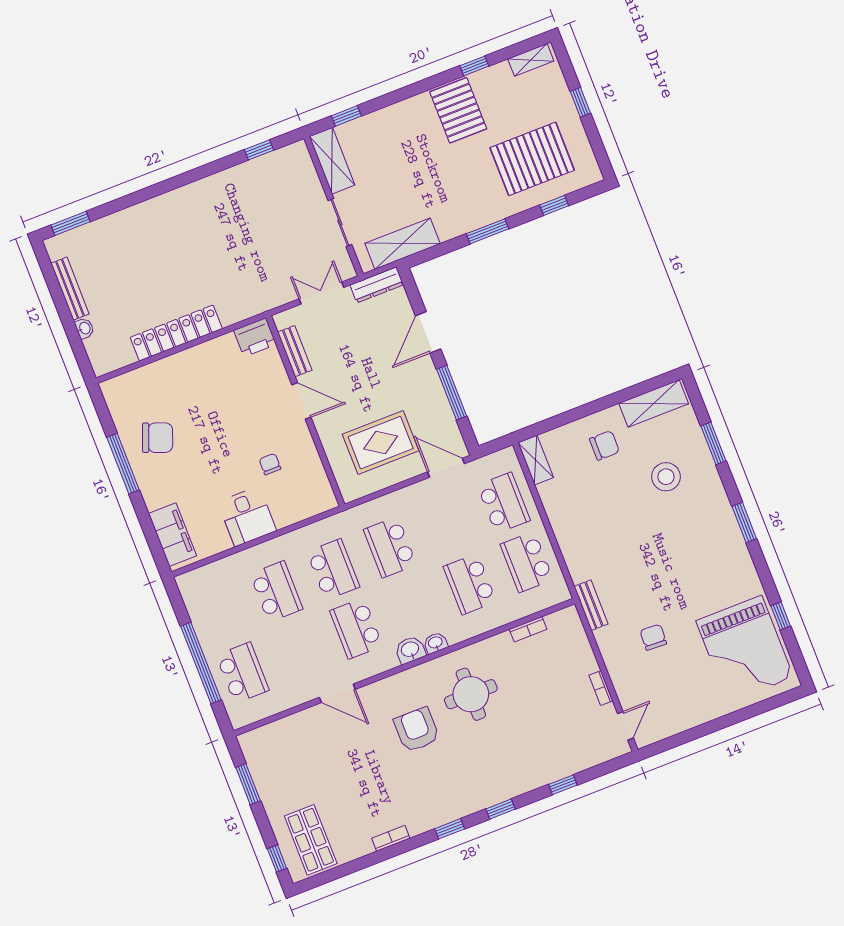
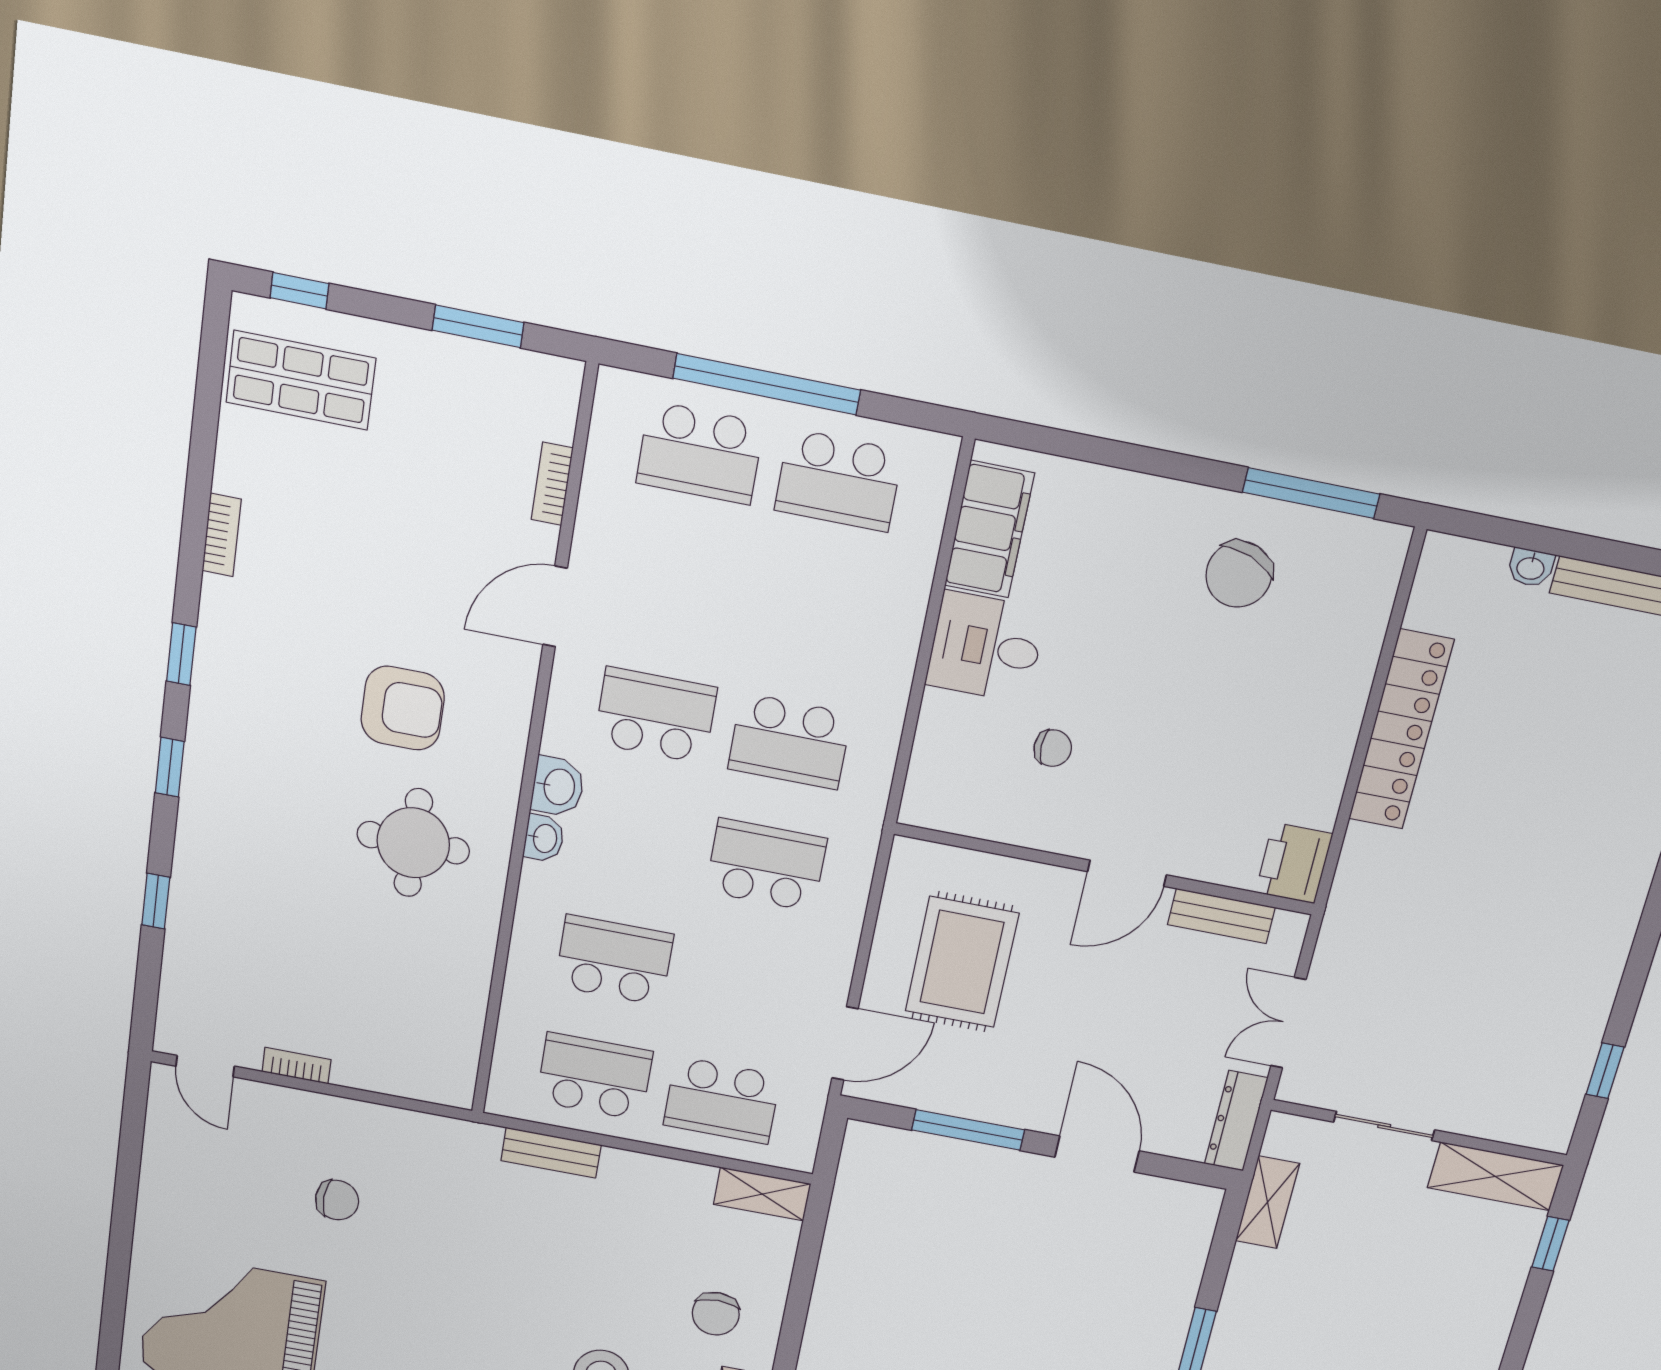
shelving: (403, 244) -> (1267, 1202), width x0.67, depth x0.75
double door: (321, 293) -> (1288, 1023), swing flipped
window: (123, 464) -> (1311, 493), moved
filing cabinet: (173, 535) -> (989, 529), moved, turned -90
school desk: (276, 591) -> (839, 480), moved
bench: (591, 605) -> (551, 1153), moved
bookcase: (528, 629) -> (552, 484), moved

